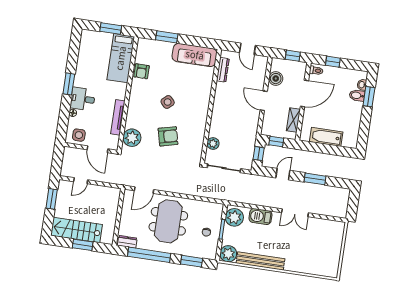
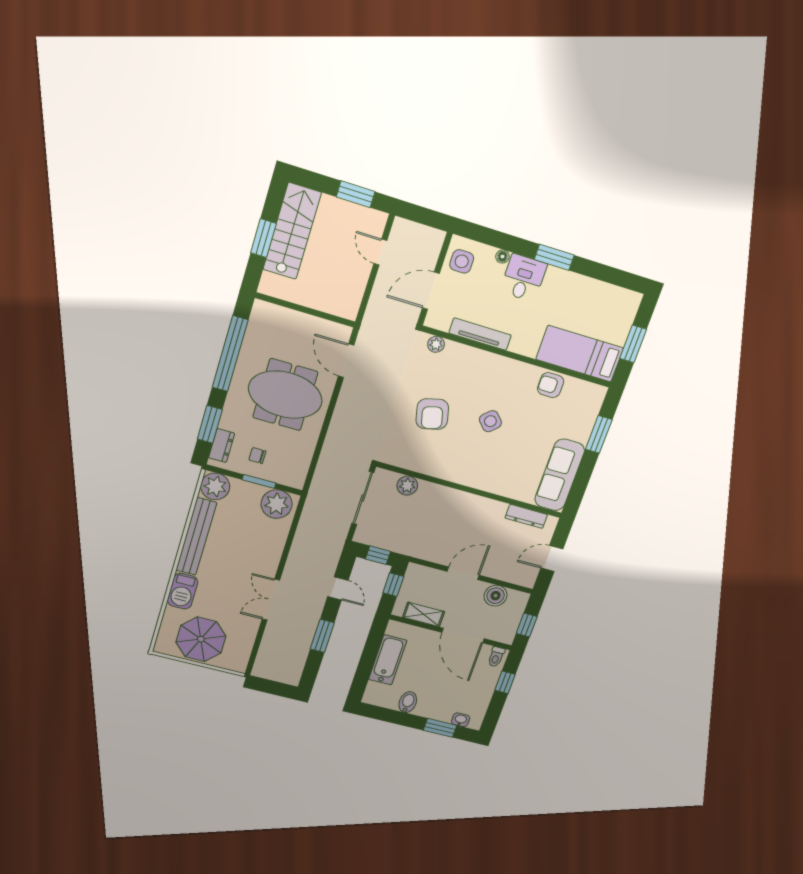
bidet: (357, 95) -> (408, 702), moved
plant: (132, 138) -> (436, 344), width x0.53, depth x0.53
barbecue: (260, 217) -> (183, 591), moved, turned 180
dresser: (127, 242) -> (222, 445), moved
parasol: (326, 251) -> (201, 639), added

